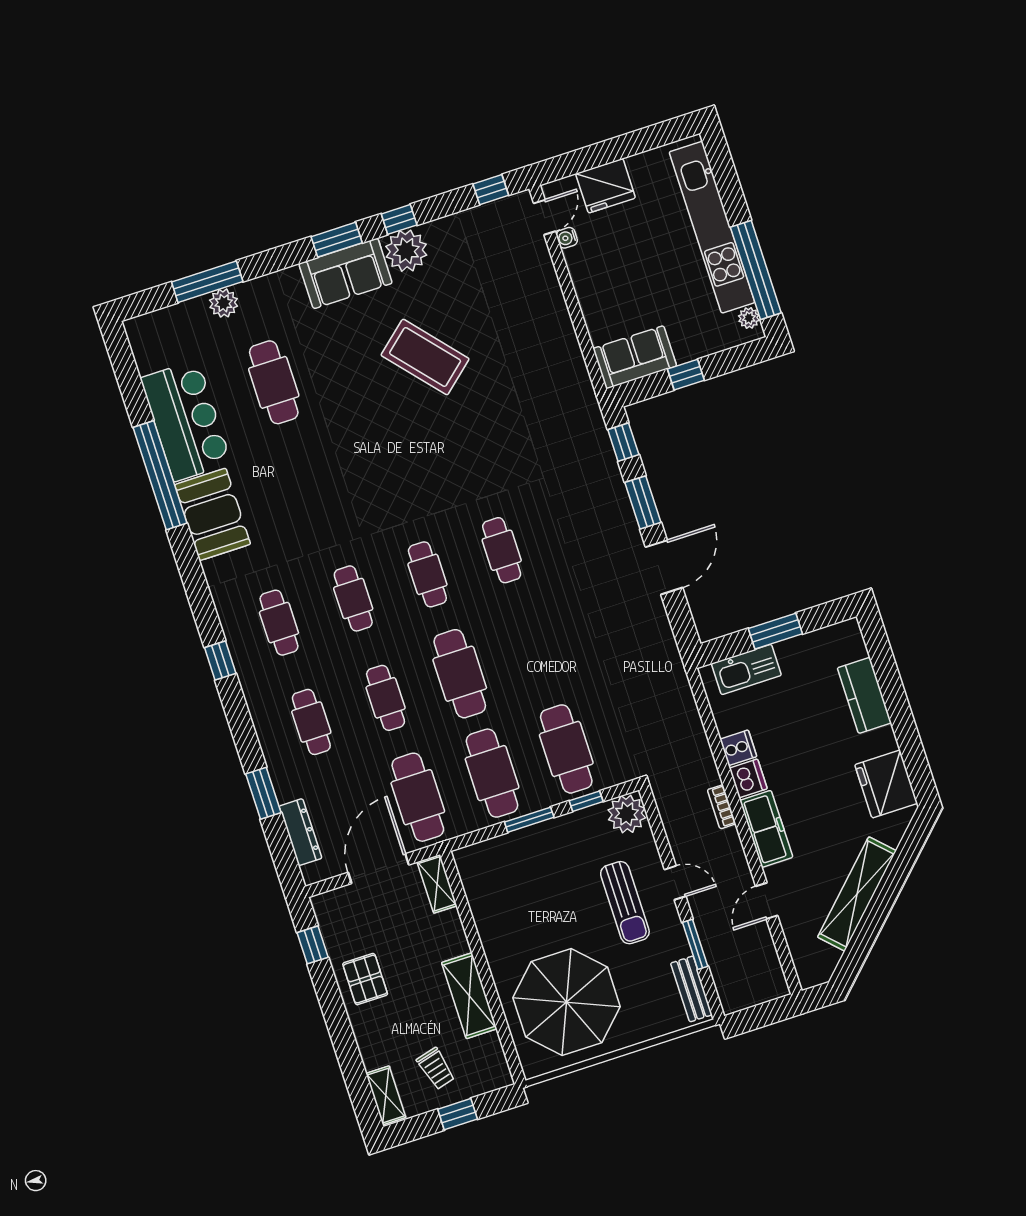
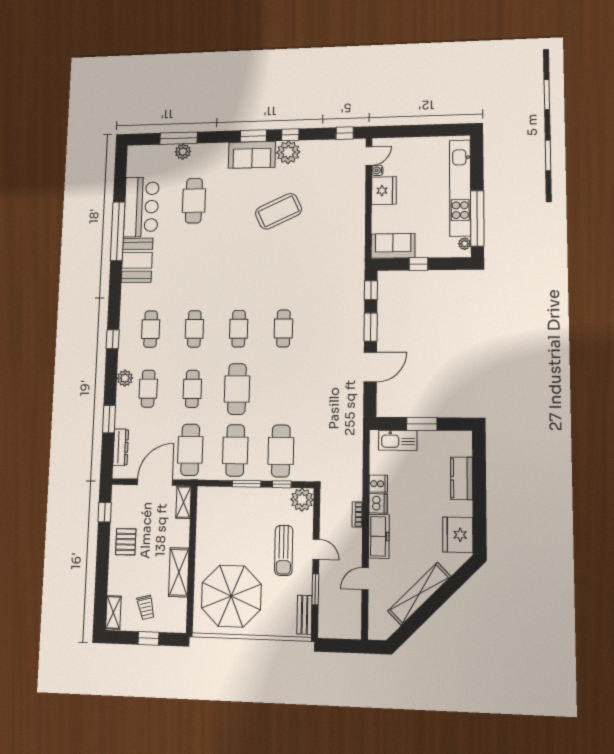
fridge: (606, 186) -> (384, 191), moved, turned -90
coffee table: (425, 357) -> (278, 211), turned -74
plant: (265, 718) -> (125, 378), added

